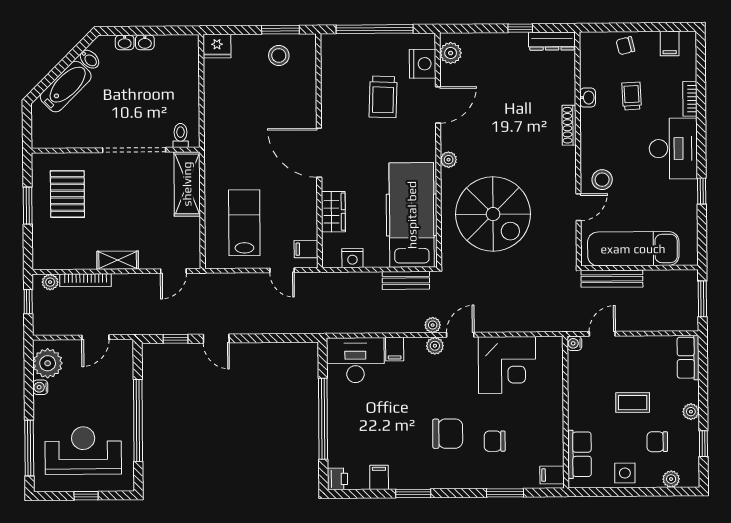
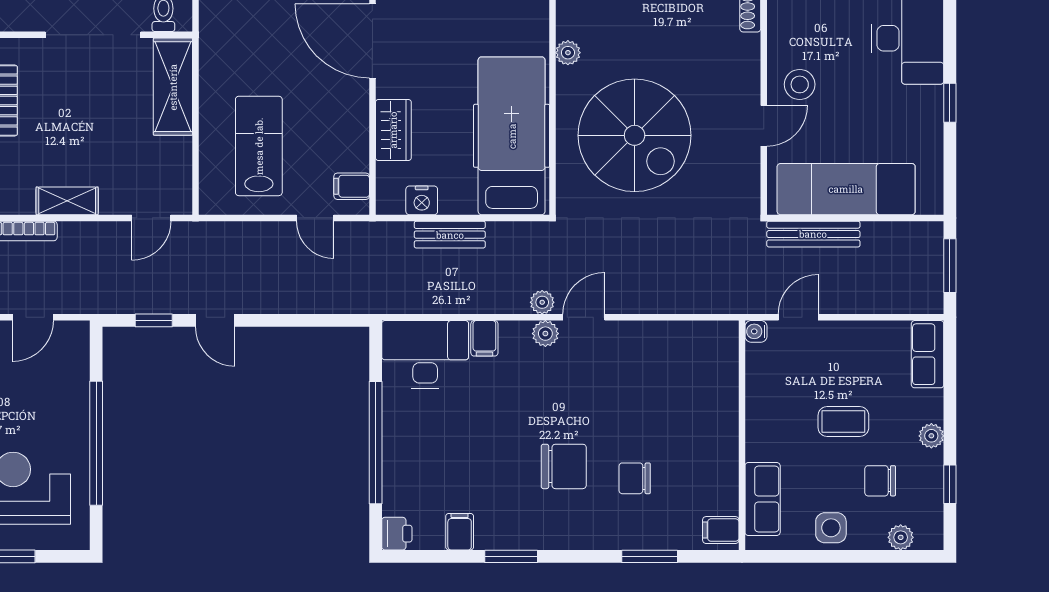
bench: (406, 280) -> (450, 235), moved
corner desk: (507, 365) -> (654, 363), removed

